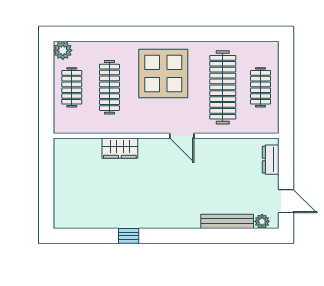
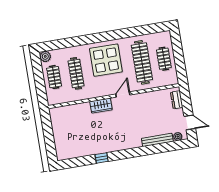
door: (182, 136) -> (123, 95), swing flipped
wardrobe: (120, 148) -> (101, 106), moved

